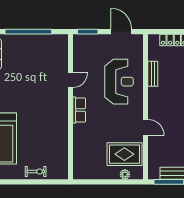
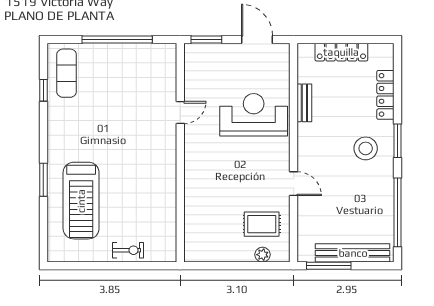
reception desk: (119, 82) -> (254, 115), turned -90
row of seats: (79, 110) -> (194, 158), removed
rug: (124, 154) -> (262, 224), width x0.73, depth x0.70

